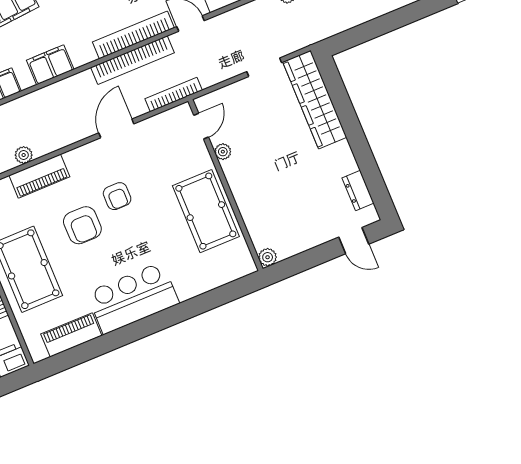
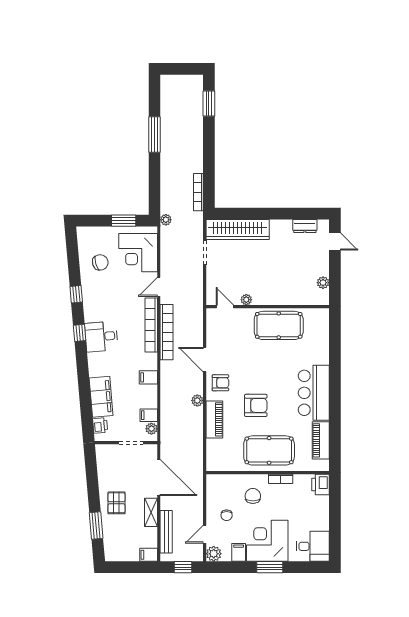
filing cabinet: (50, 65) -> (148, 377), width x0.50
bookcase: (174, 95) -> (198, 192), moved
plant: (24, 155) -> (197, 400), moved
armchair: (117, 196) -> (220, 383), moved
door: (354, 241) -> (335, 241), hinge flipped
plant: (268, 257) -> (323, 283), moved

